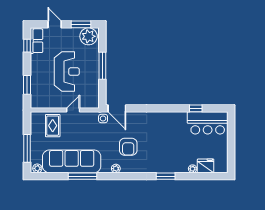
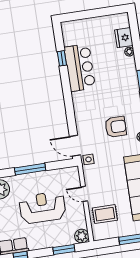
plant: (36, 102) -> (82, 236), added
door: (117, 108) -> (75, 146), swing flipped
bar counter: (208, 123) -> (80, 68), moved

